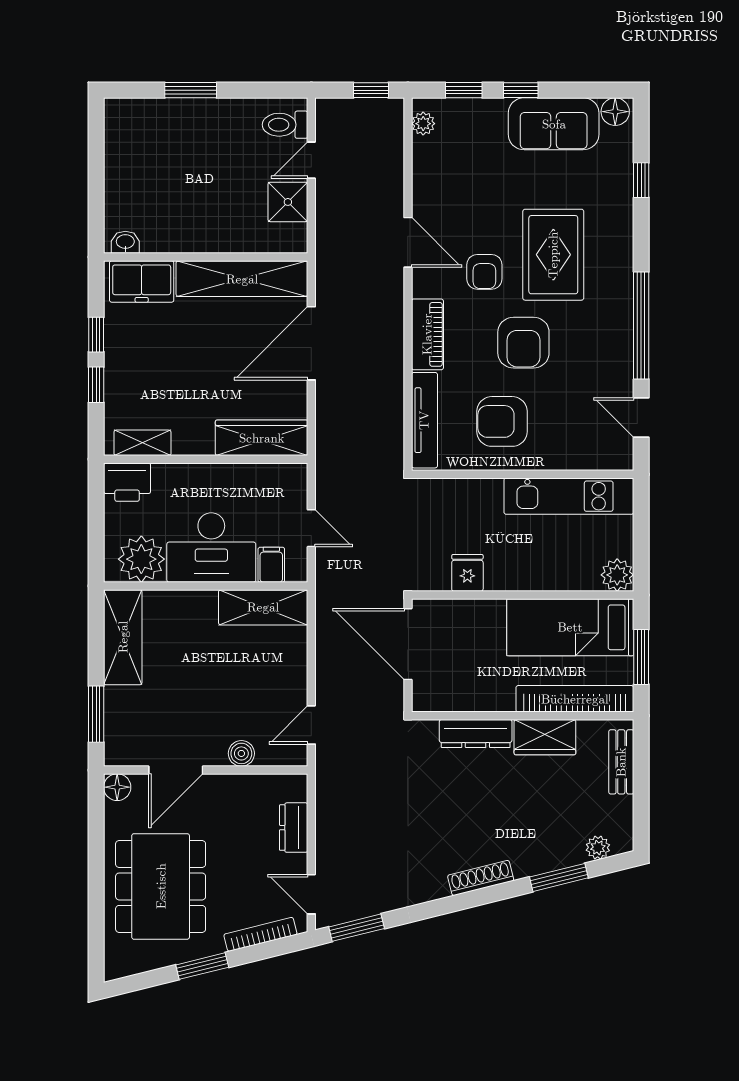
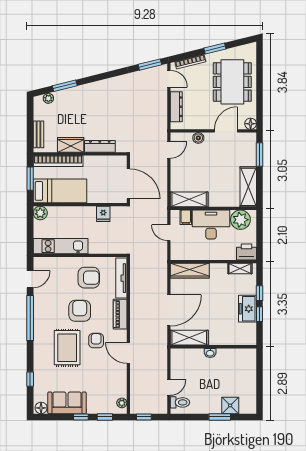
shower: (288, 202) -> (230, 405), moved
washbasin: (125, 242) -> (210, 353), moved
shelving: (242, 279) -> (189, 338), width x0.68
freezer: (142, 281) -> (247, 309), moved, turned -90
door: (641, 417) -> (30, 279), hinge flipped
dresser: (294, 828) -> (176, 107), width x1.44
shoe rack: (481, 878) -> (98, 86), removed

